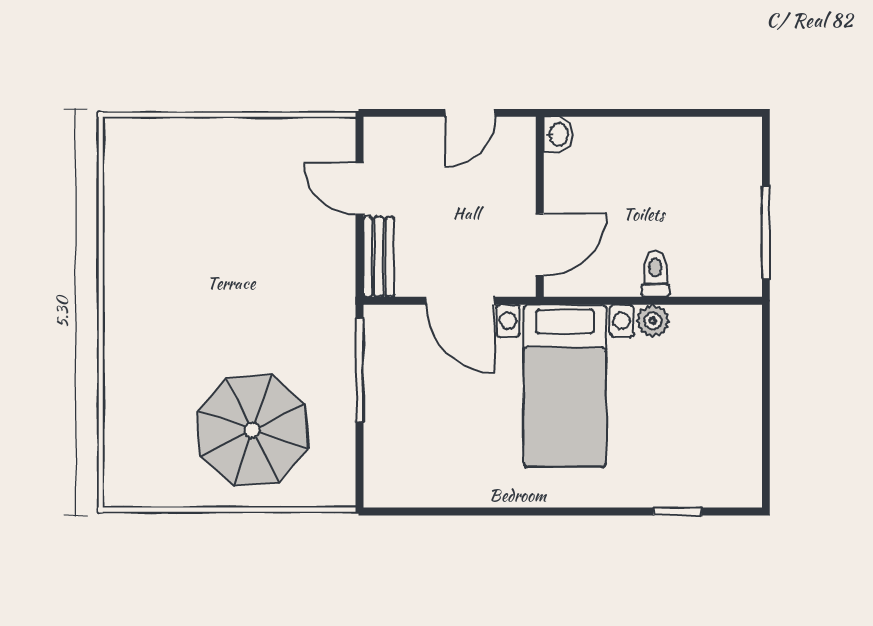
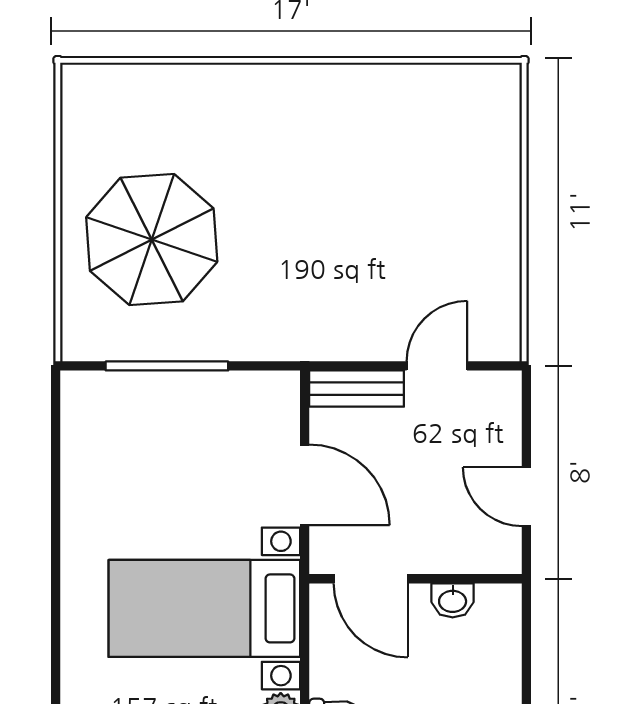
washbasin: (558, 135) -> (453, 600), moved
door: (460, 301) -> (305, 485), swing flipped
window: (360, 371) -> (167, 366), moved

